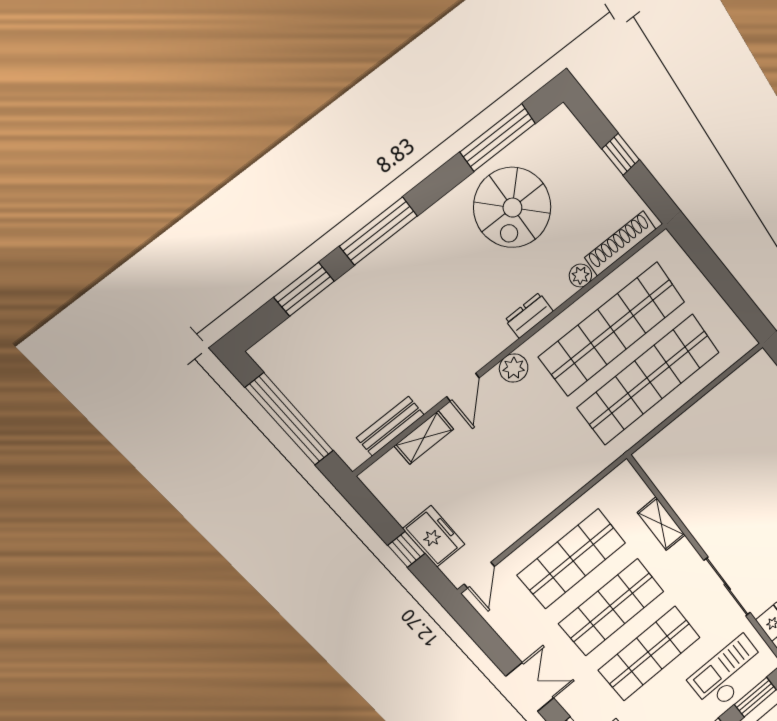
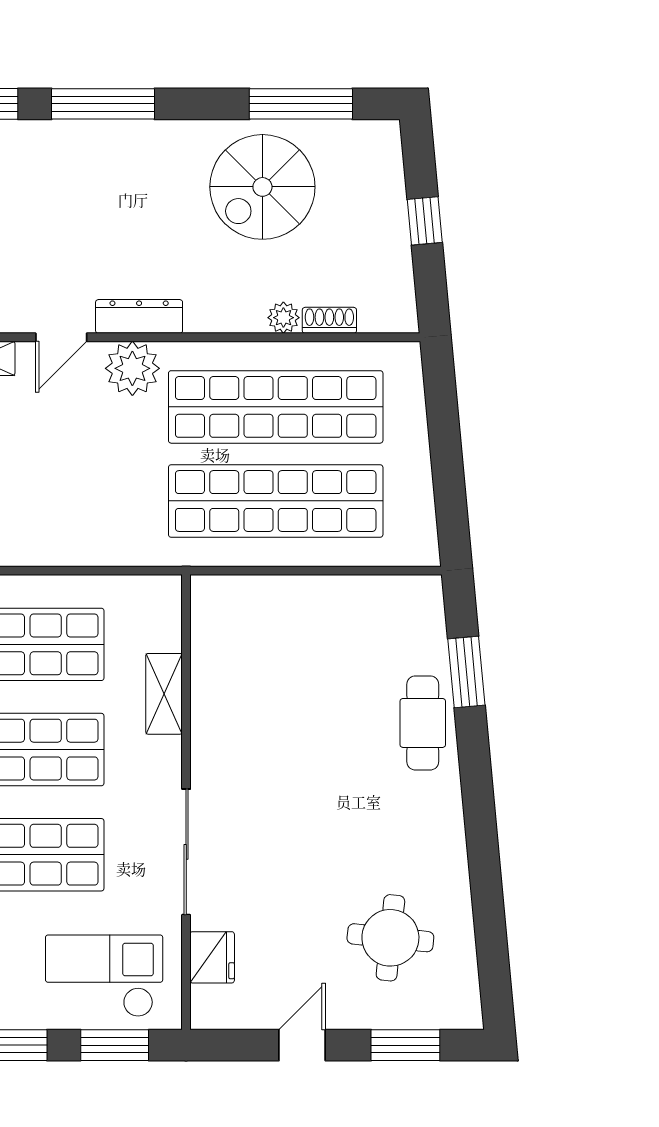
shoe rack: (620, 243) -> (329, 320), width x0.51, depth x0.81
dresser: (529, 315) -> (139, 316), moved, width x1.44
plant: (514, 368) -> (132, 368), width x1.36, depth x1.36

